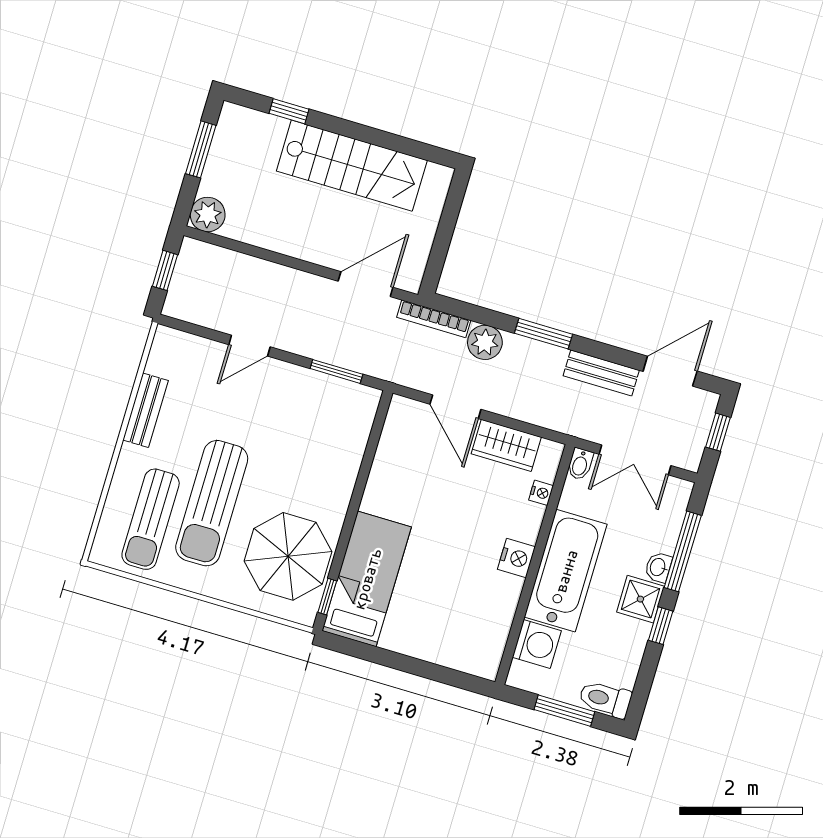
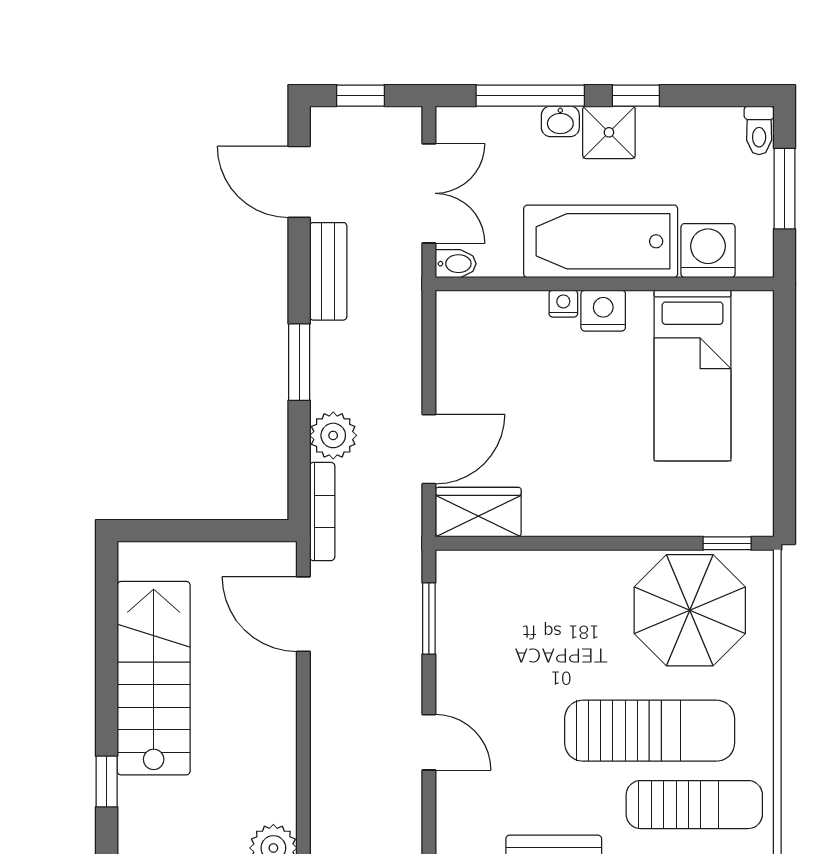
wardrobe: (506, 445) -> (478, 512), moved, turned -90
nightstand: (541, 493) -> (563, 304), moved
bed: (367, 579) -> (692, 375), moved, turned -90
toilet: (605, 699) -> (759, 130), width x0.73, depth x0.72

